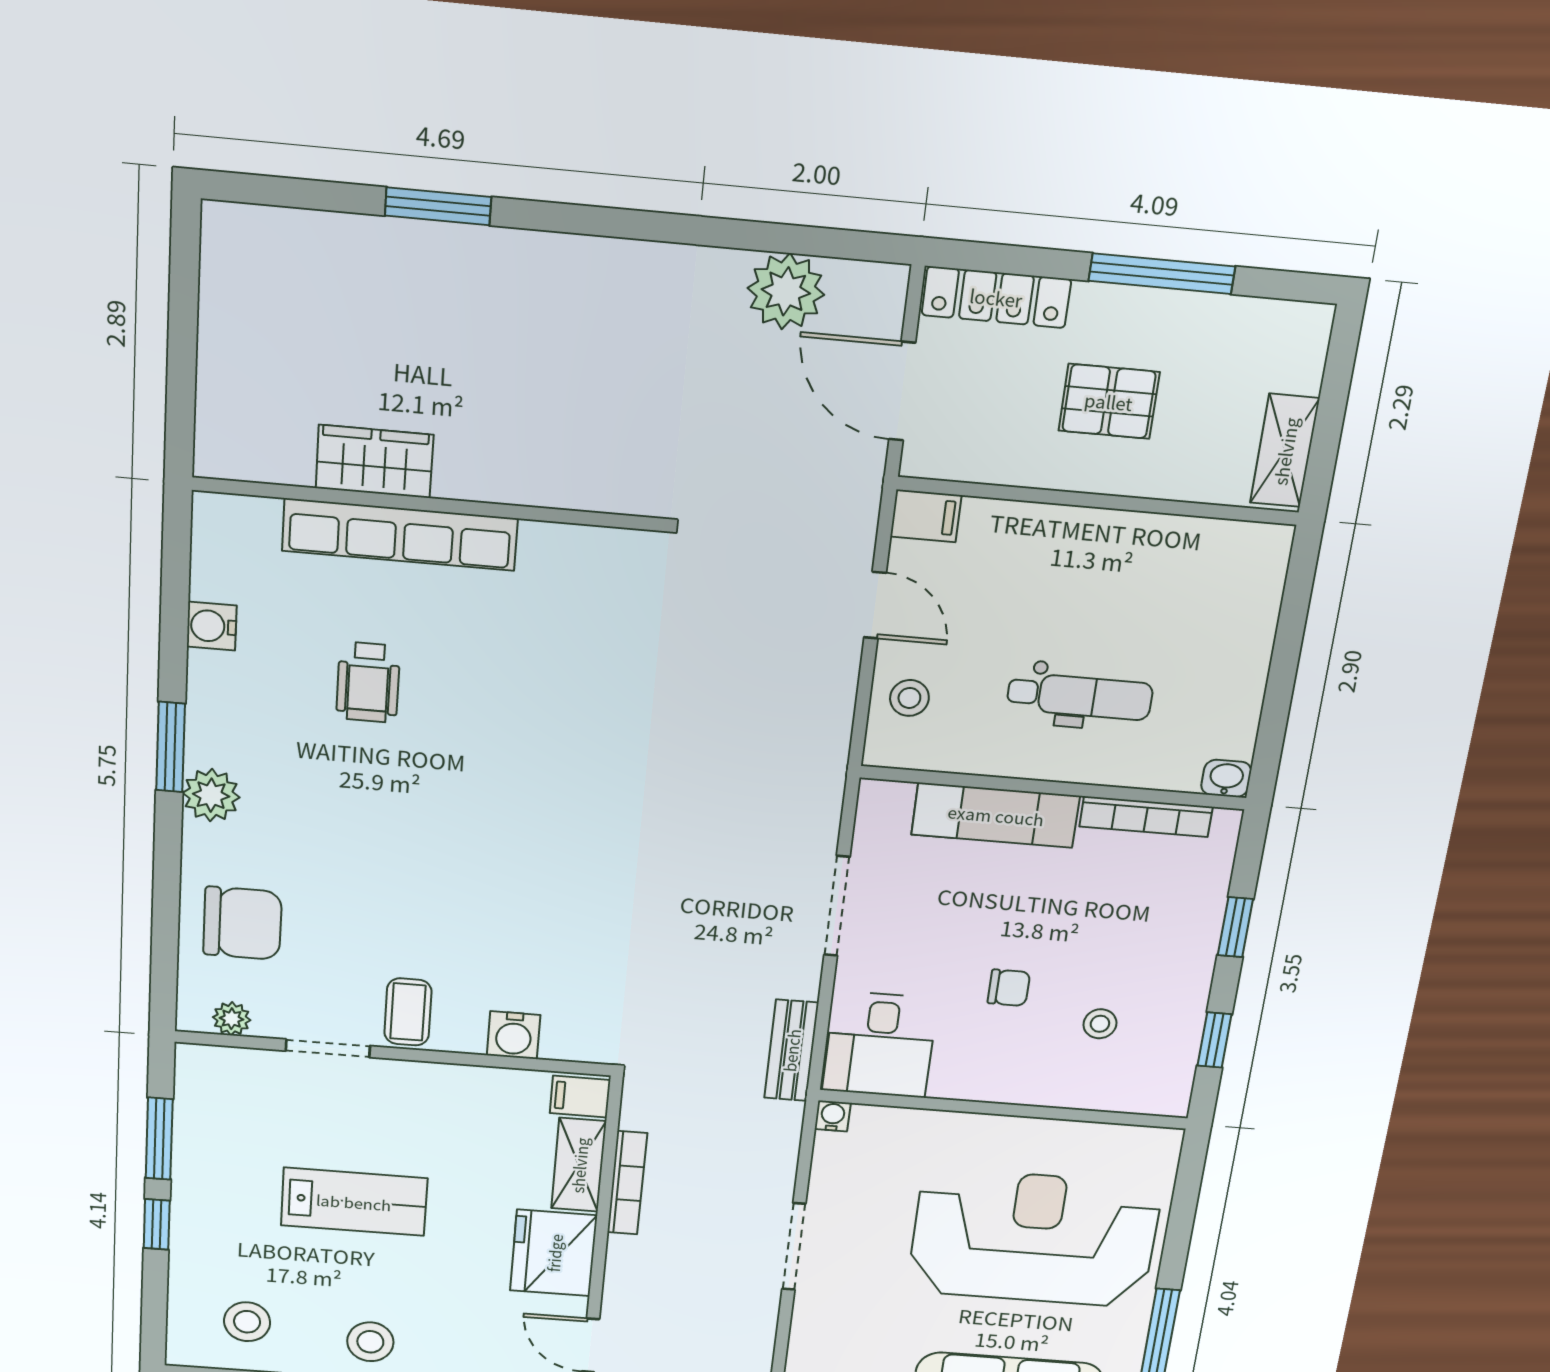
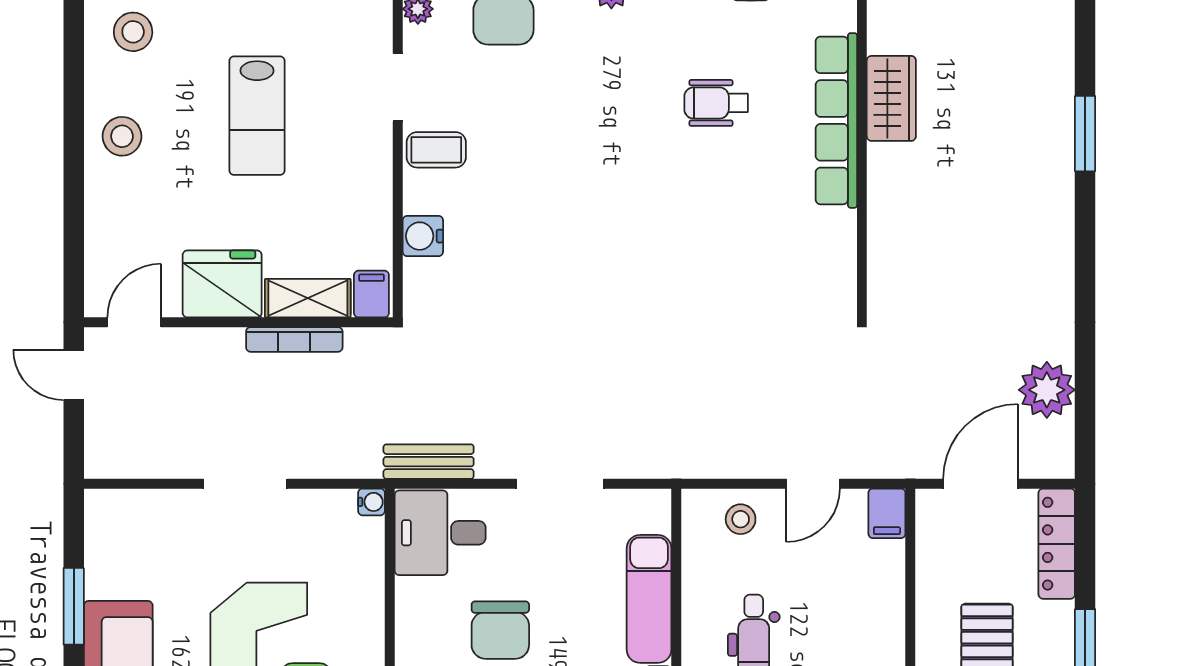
chair: (1009, 988) -> (500, 630), width x1.87, depth x1.87

